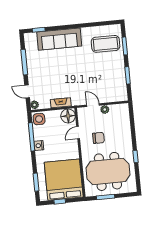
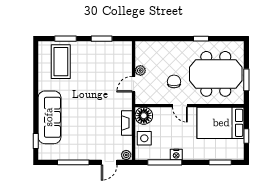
side table: (39, 119) -> (144, 138), moved
door: (78, 133) -> (180, 106), moved
meeting table: (108, 171) -> (216, 74), turned 90
bed: (64, 180) -> (221, 123), width x0.73

